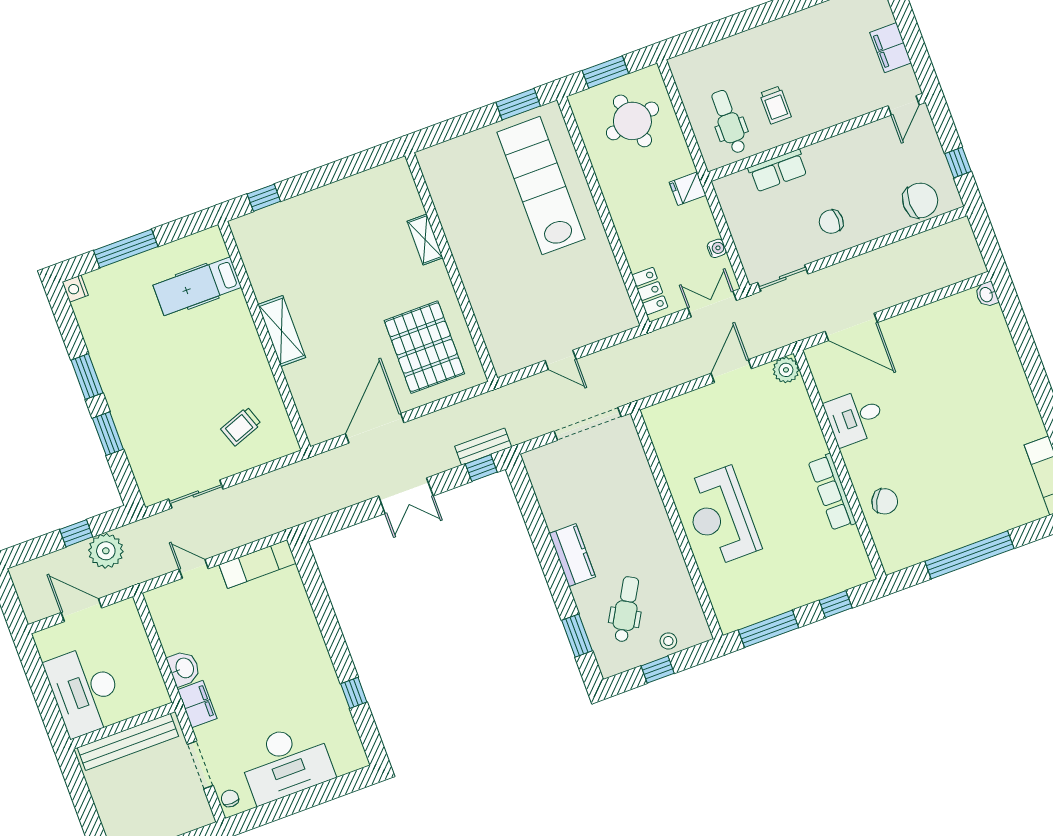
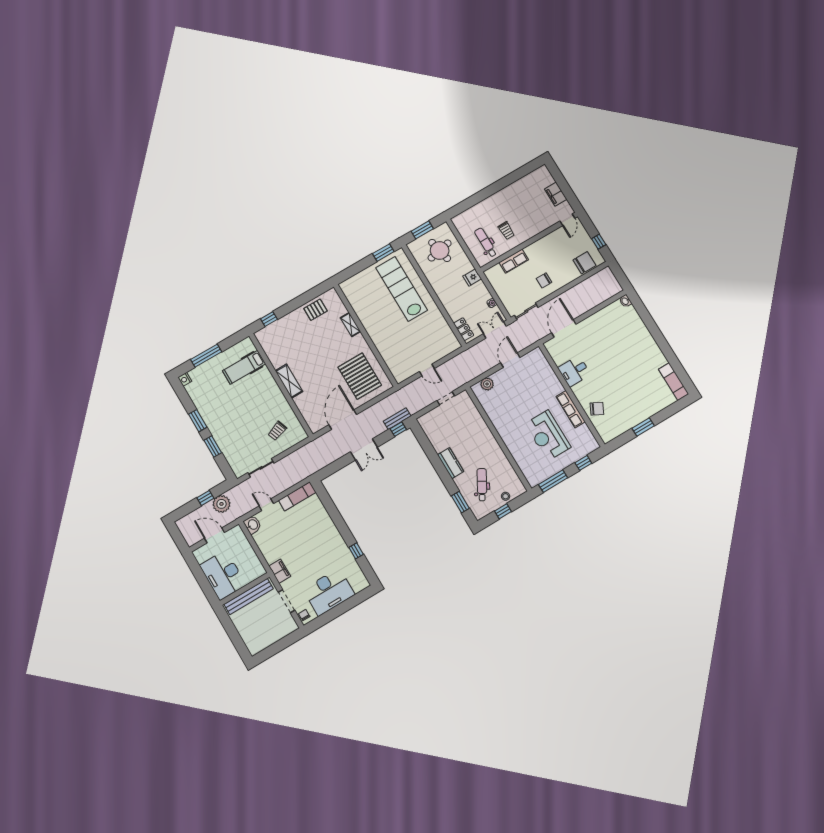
pallet: (360, 196) -> (315, 310), added
door: (851, 327) -> (564, 328), swing flipped
plant: (786, 370) -> (487, 384), moved
doorway: (588, 424) -> (446, 398), width x0.53
reception desk: (721, 516) -> (548, 435), moved
window: (969, 555) -> (643, 427), width x0.47
washbasin: (184, 668) -> (253, 525), moved

